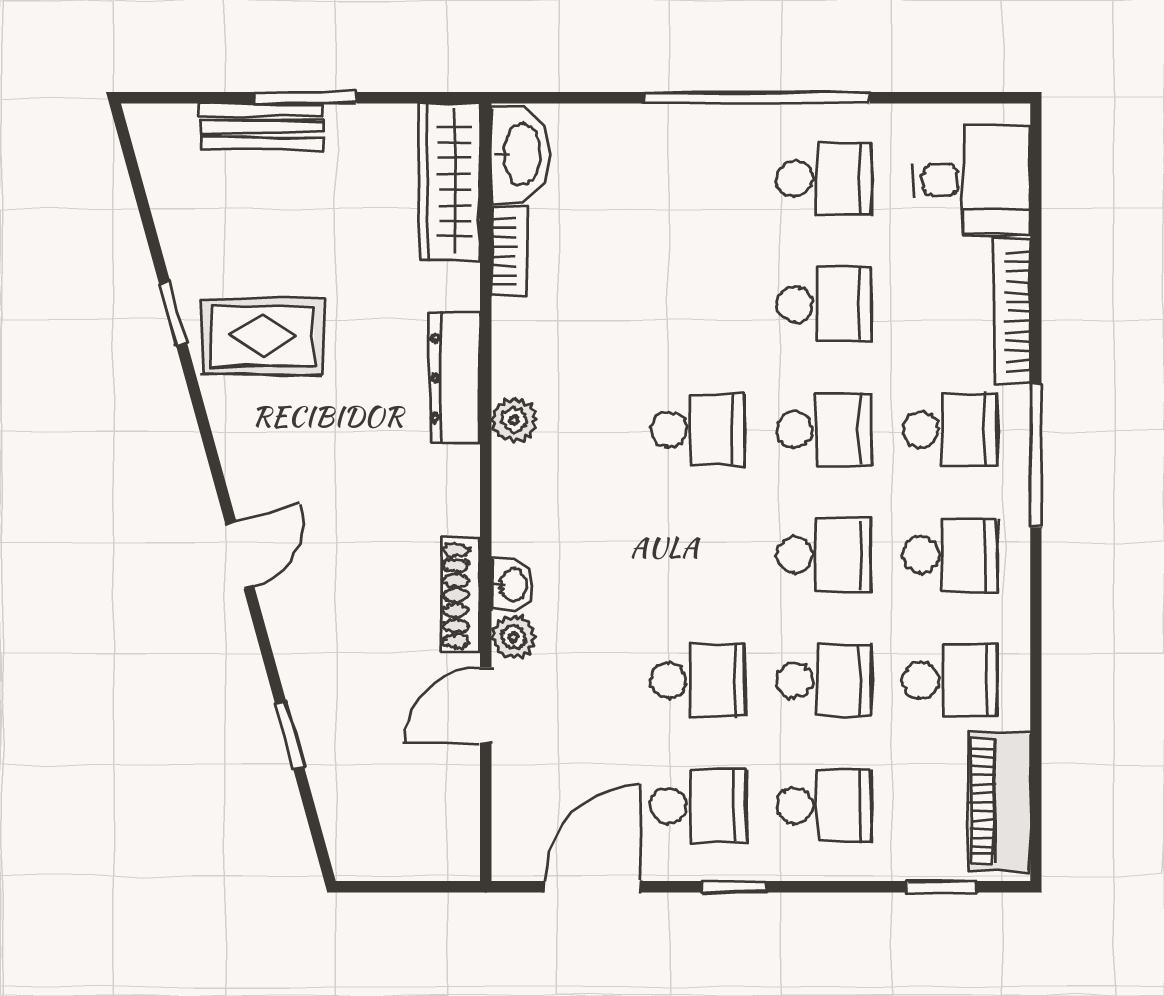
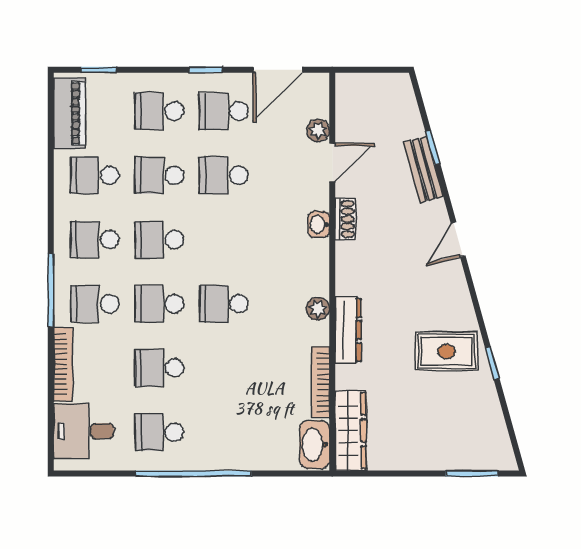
window: (306, 98) -> (472, 474), moved
bench: (262, 127) -> (423, 169), moved, turned 75
bookcase: (509, 251) -> (320, 382), width x1.56
shoe rack: (461, 595) -> (345, 219), width x0.70
plant: (513, 637) -> (318, 130), moved

